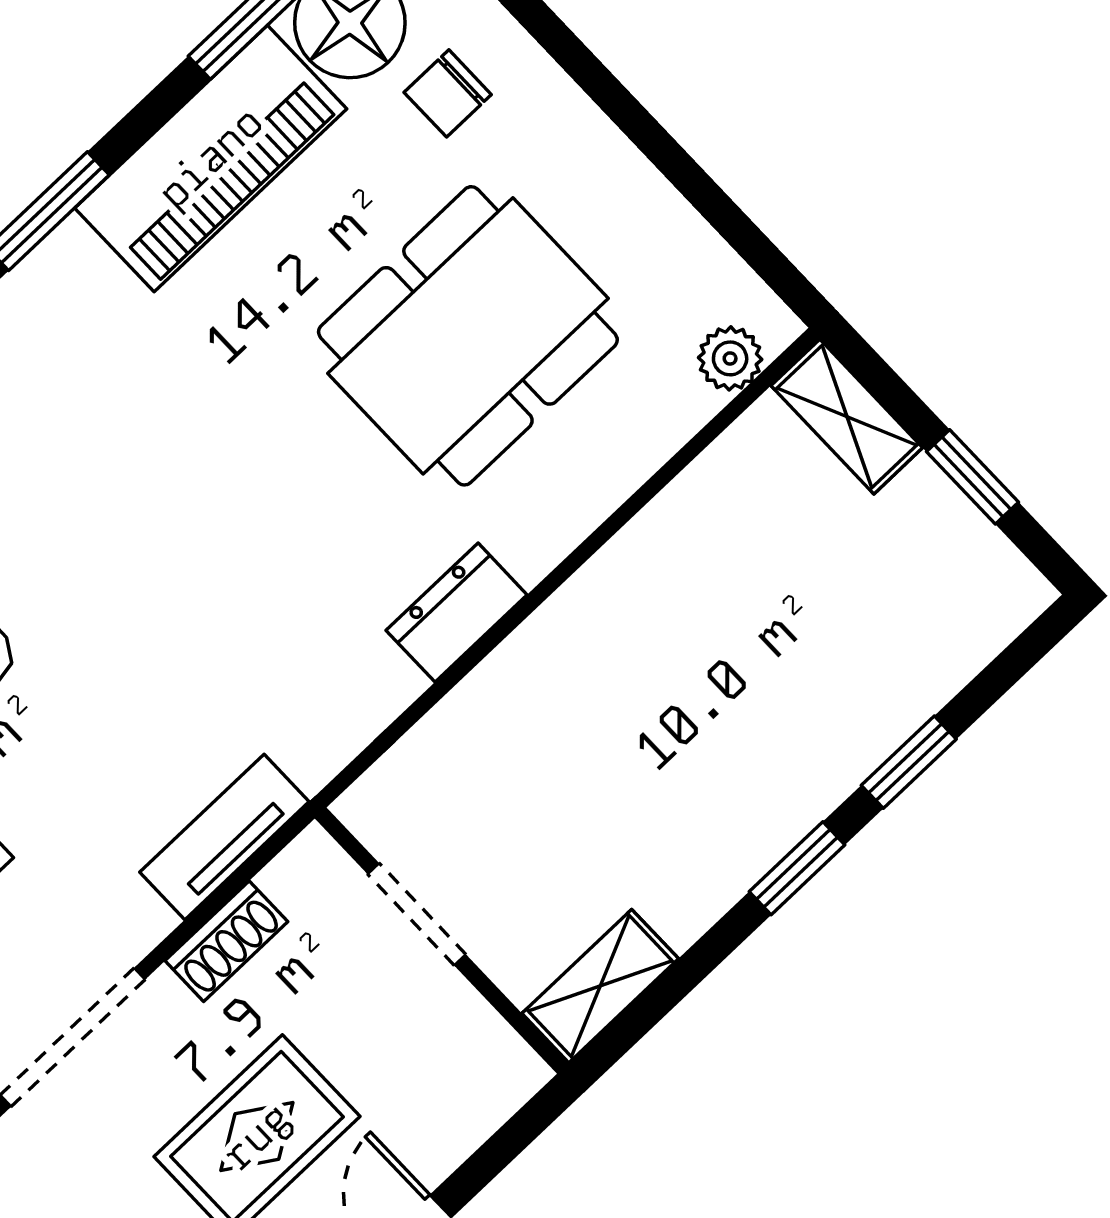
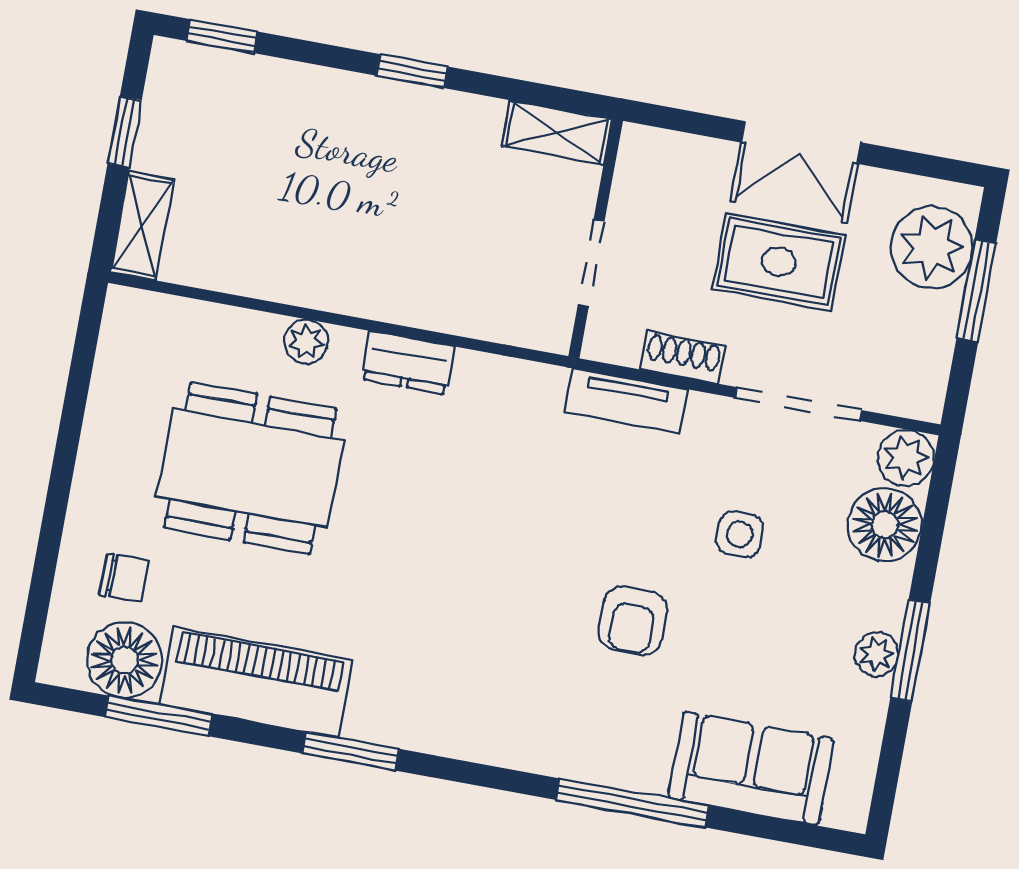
plant: (730, 358) -> (306, 341), moved
window: (909, 762) -> (222, 36), moved

